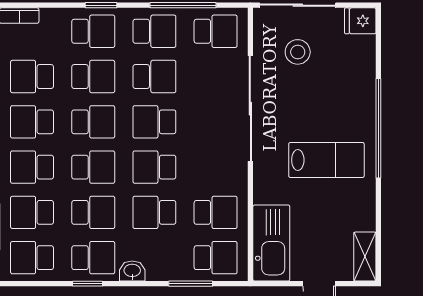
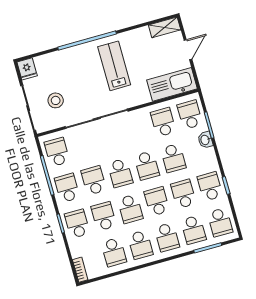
school desk: (93, 122) -> (130, 209), turned 180
washbasin: (132, 271) -> (205, 140), moved

